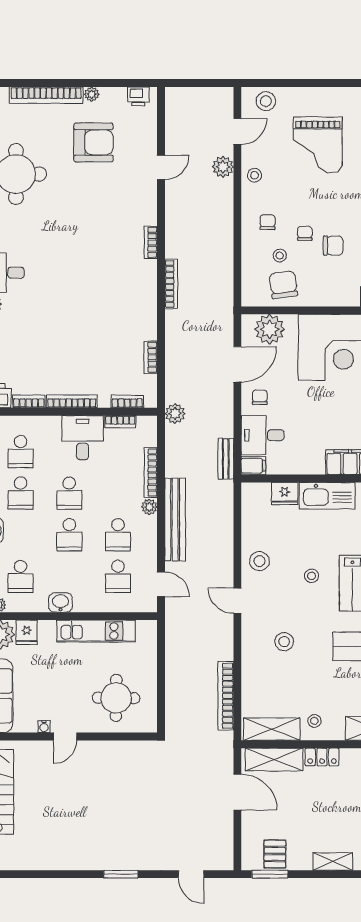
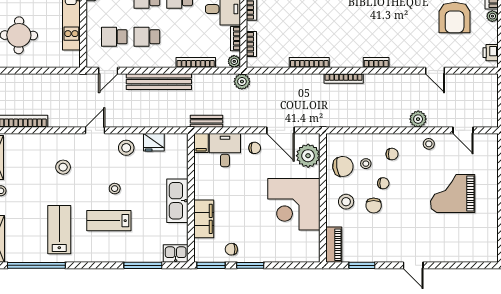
stool: (266, 101) -> (346, 202), moved
plant: (223, 167) -> (418, 119), moved
bookcase: (151, 357) -> (309, 62), moved, width x1.56
fridge: (285, 494) -> (154, 142), moved, turned -90
plant: (149, 507) -> (234, 61), moved

